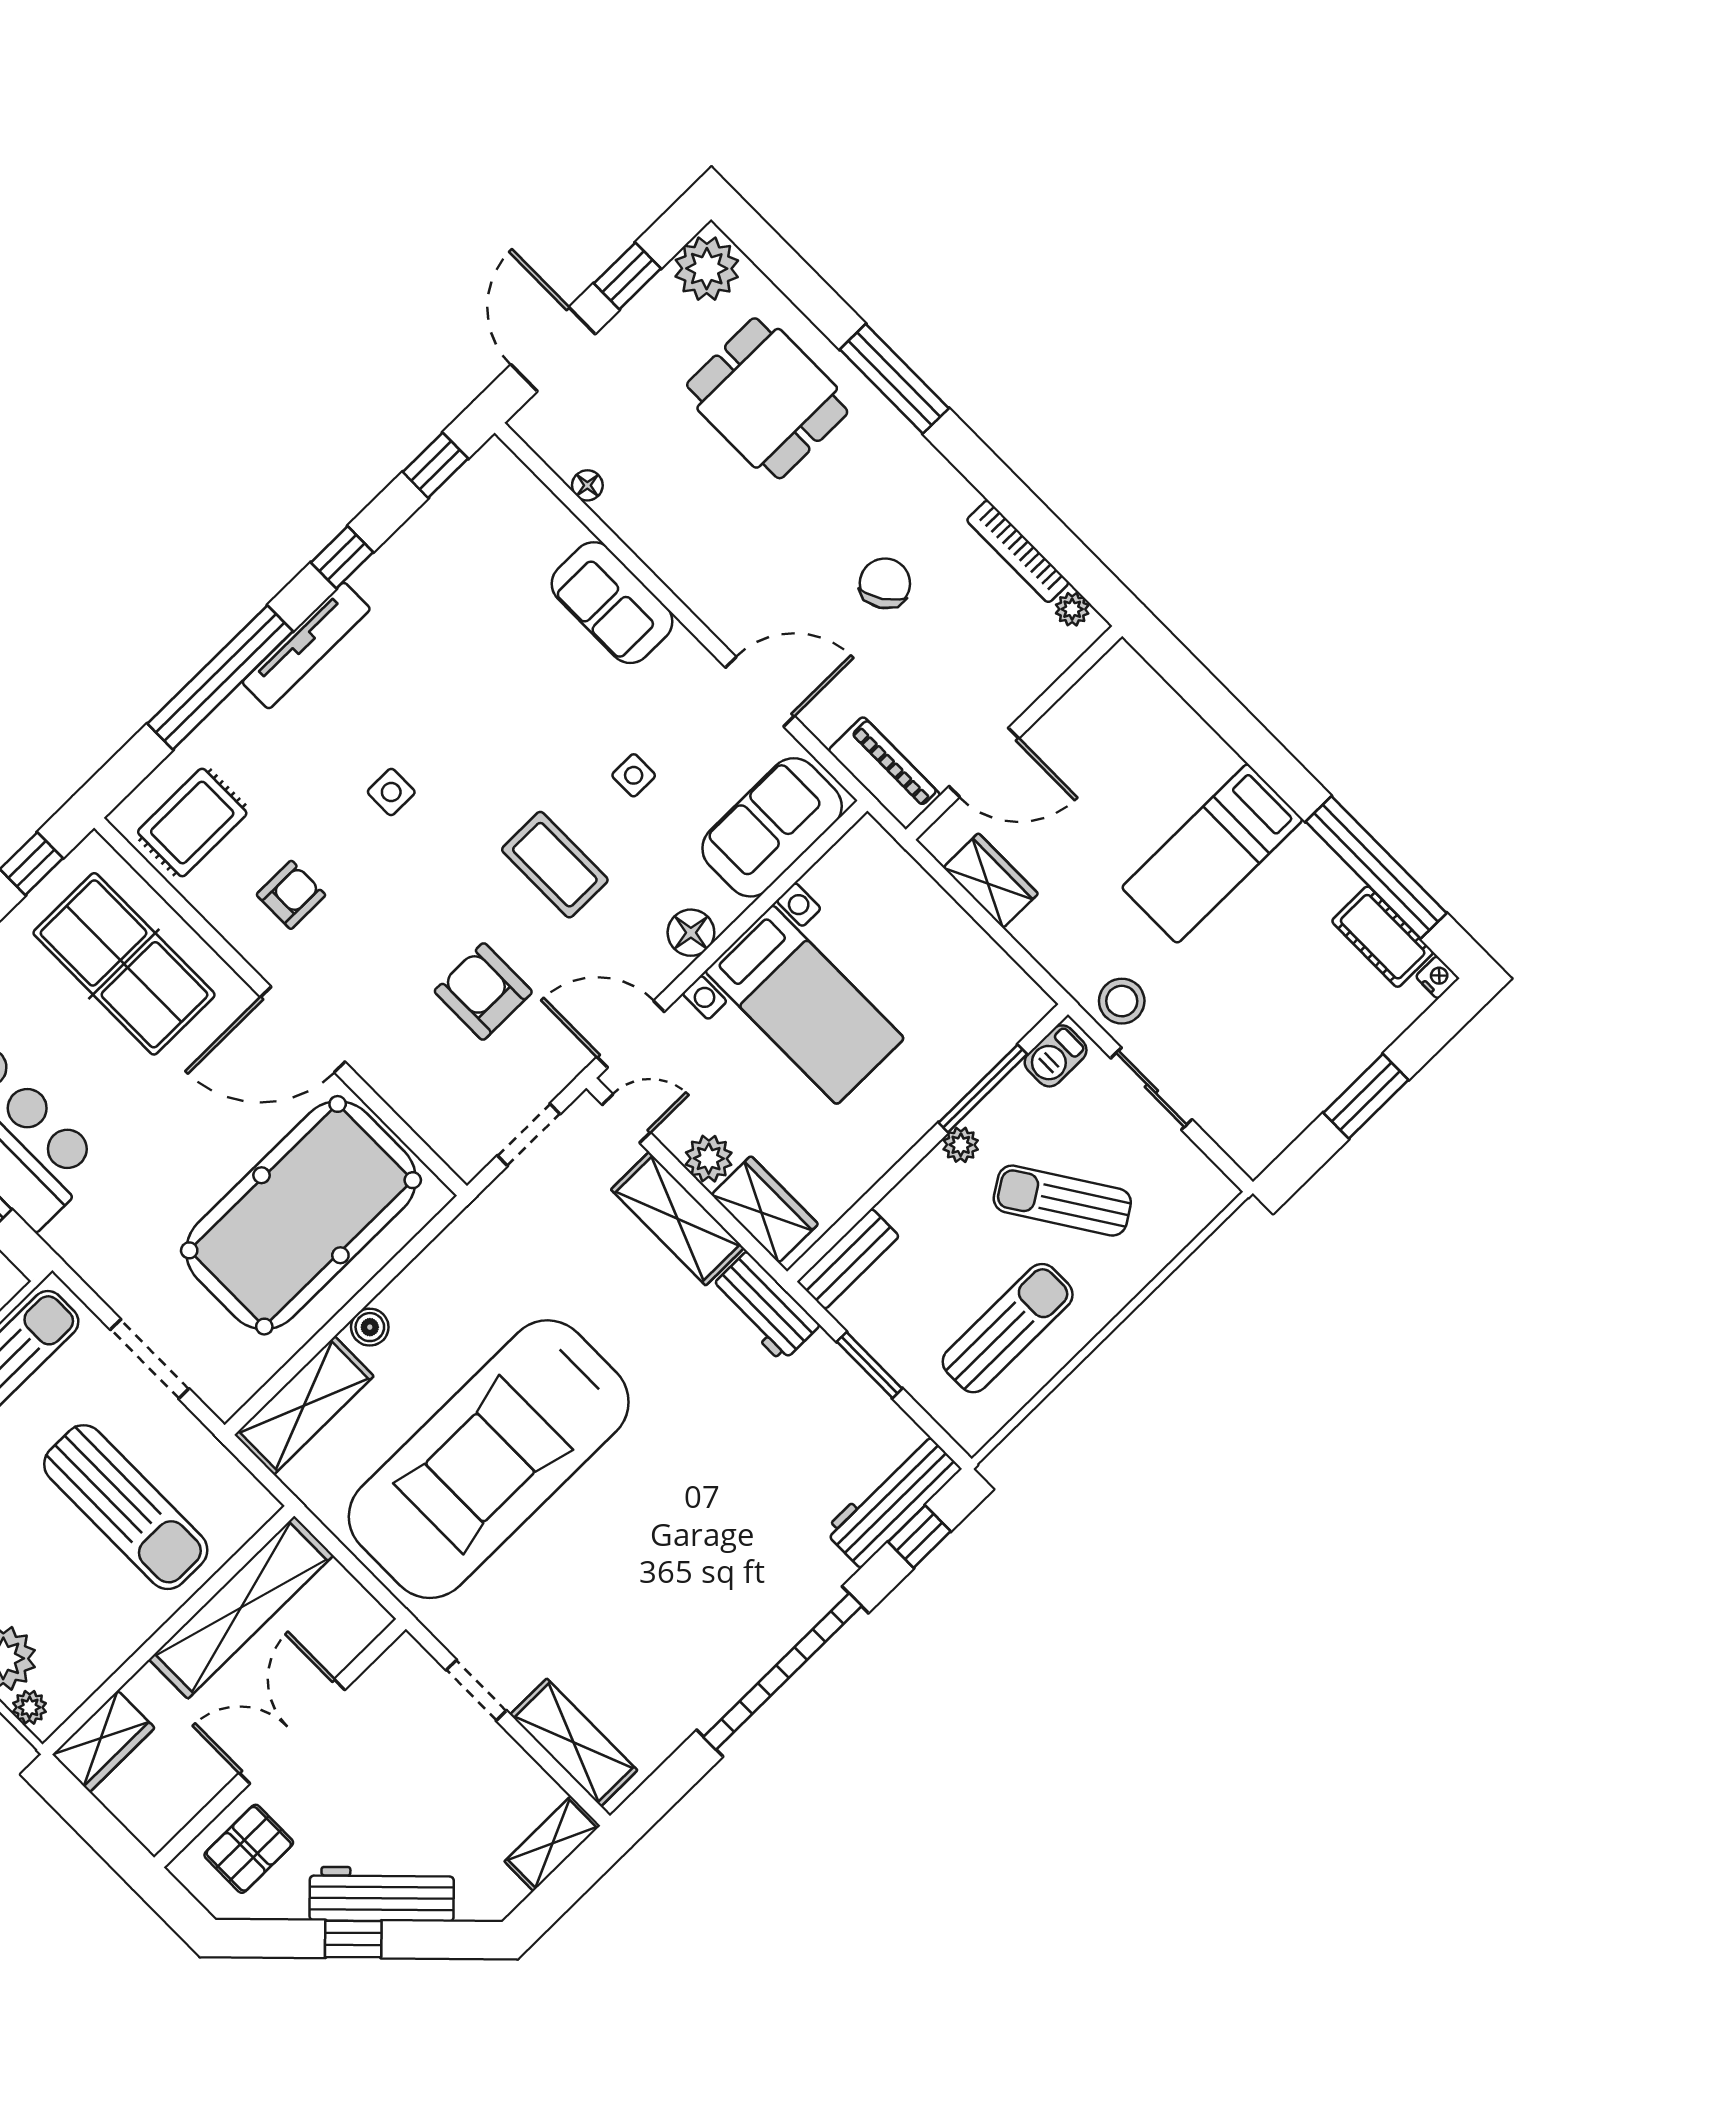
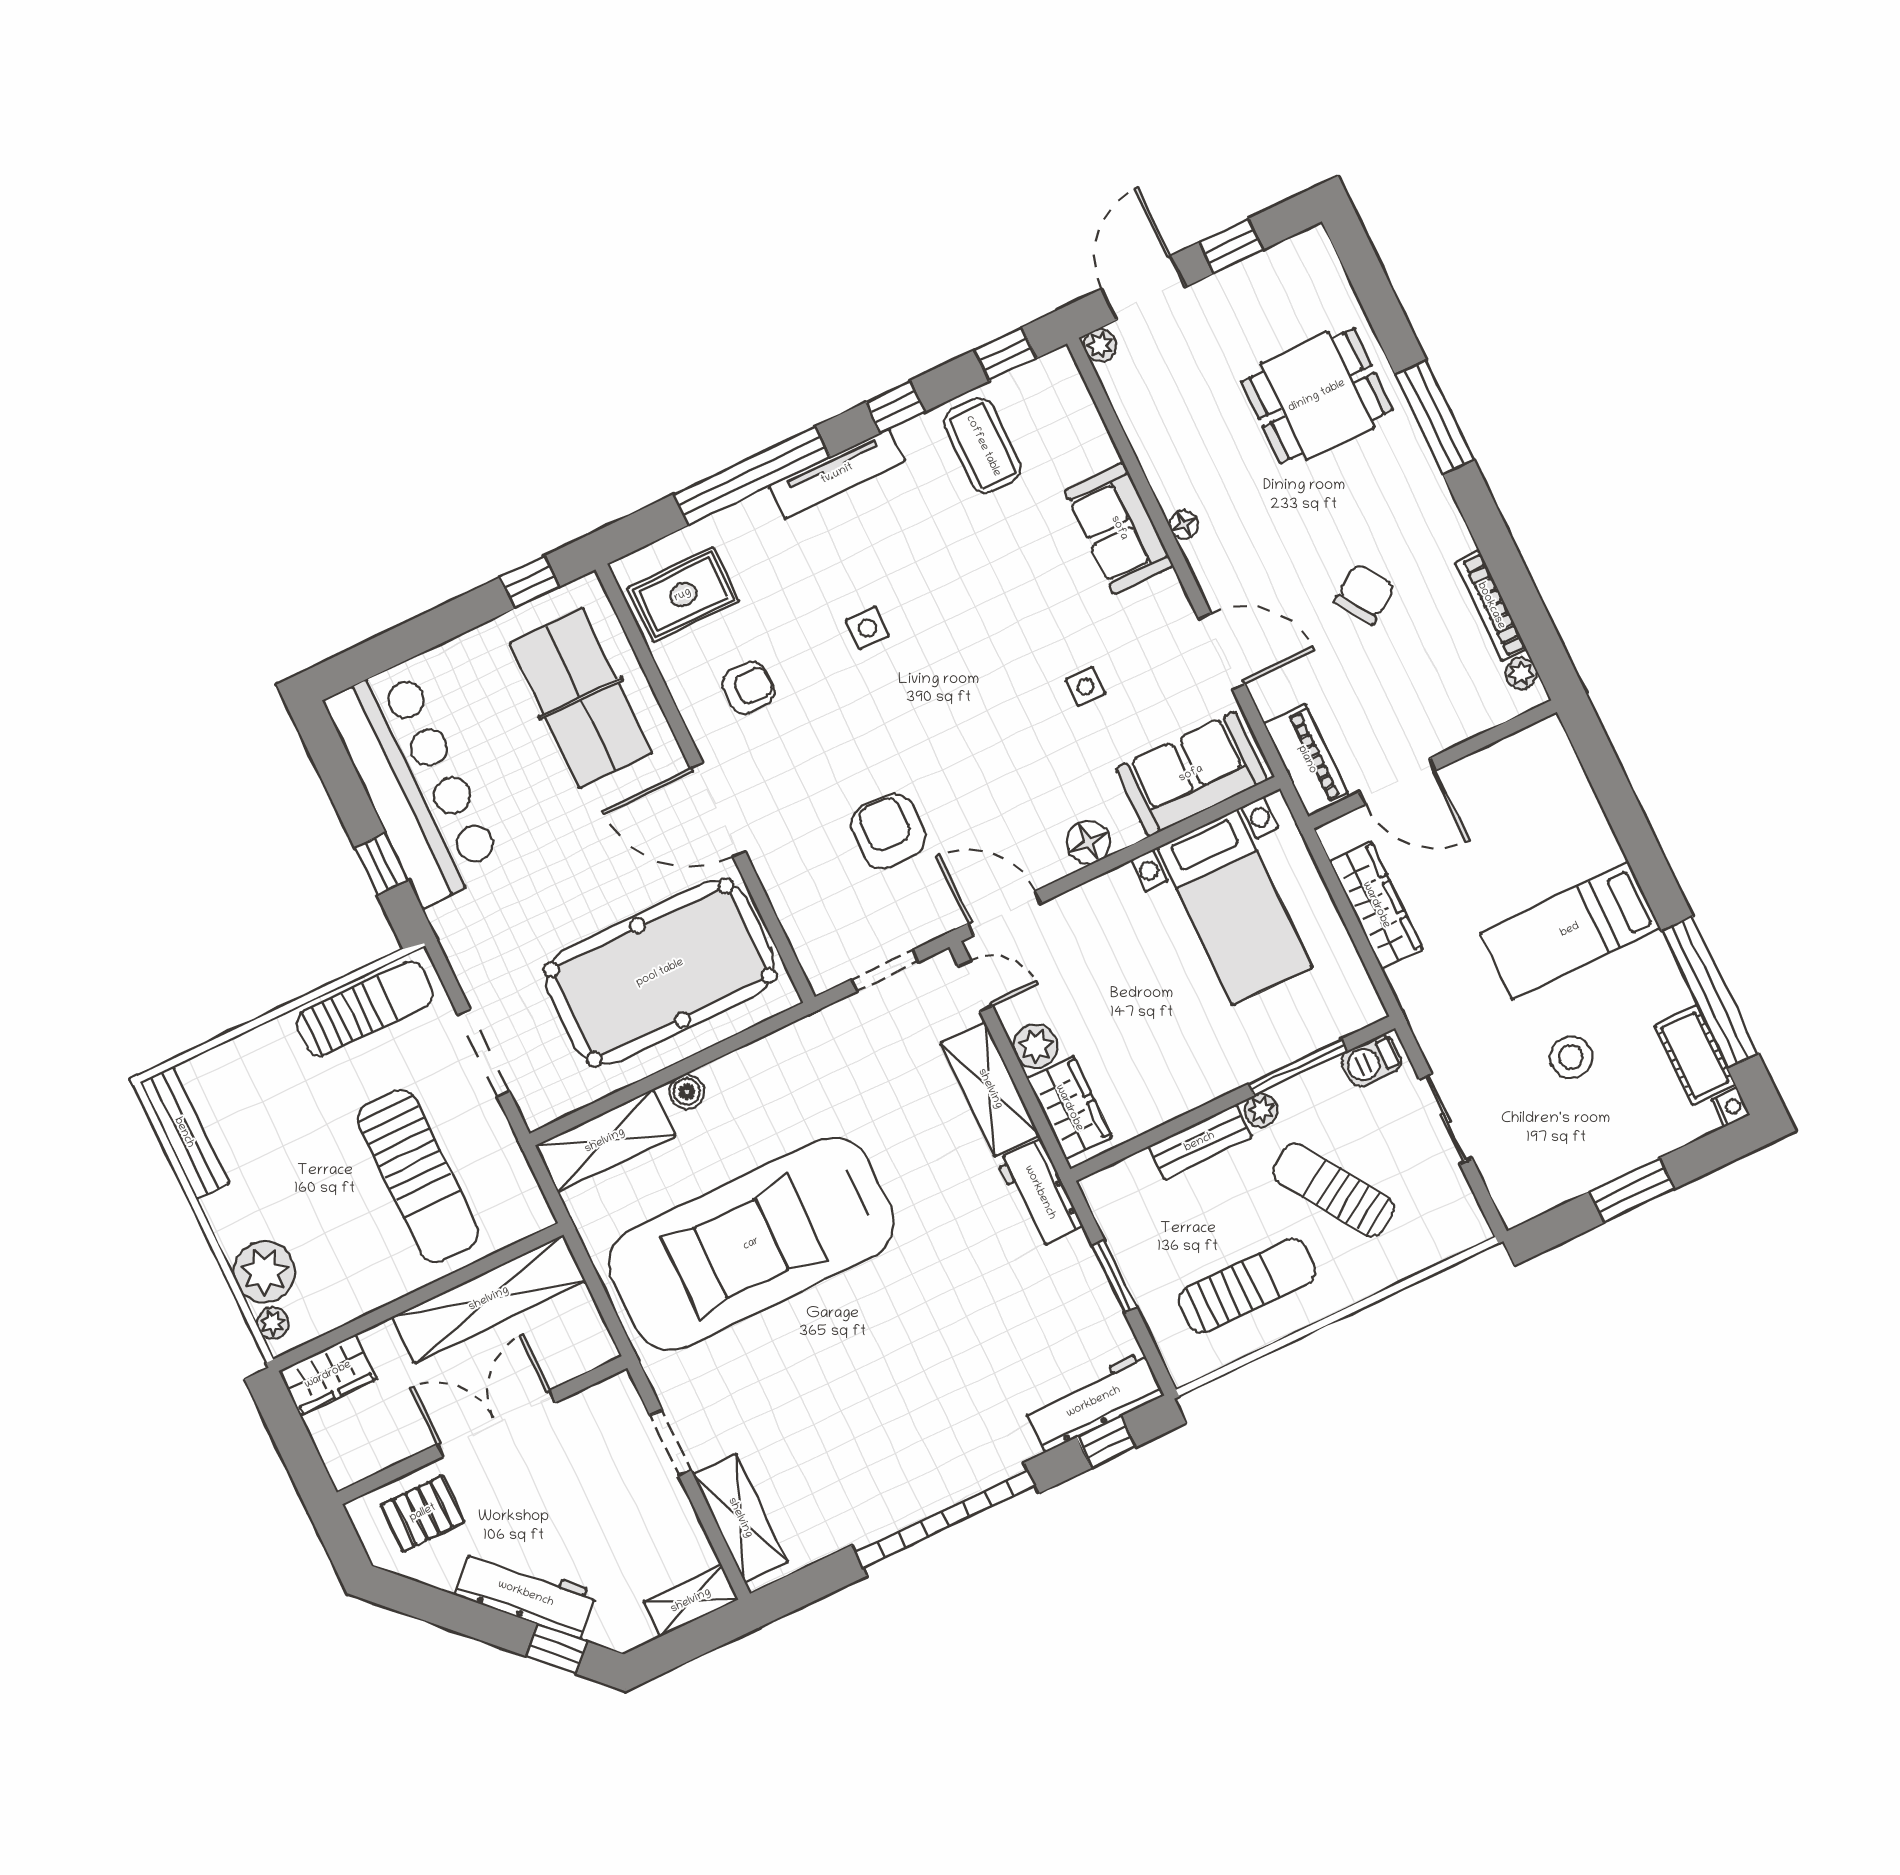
plant: (707, 269) -> (1100, 345), moved, width x0.53, depth x0.53
dining table: (767, 398) -> (1317, 396), turned 90
floor lamp: (587, 485) -> (1184, 525), moved
coffee table: (555, 865) -> (983, 446), moved
wardrobe: (991, 881) -> (1376, 905), width x1.50
stool: (1122, 1001) -> (1571, 1057), moved
bed with nightstands: (805, 1005) -> (1235, 907), moved
bench: (848, 1259) -> (1200, 1142), moved
window: (353, 1939) -> (557, 1649), moved

